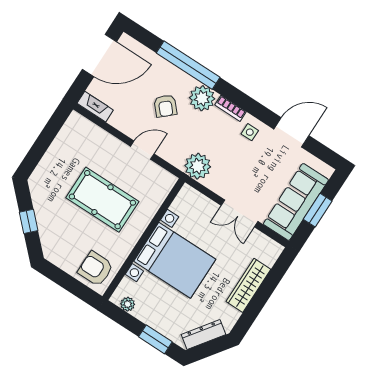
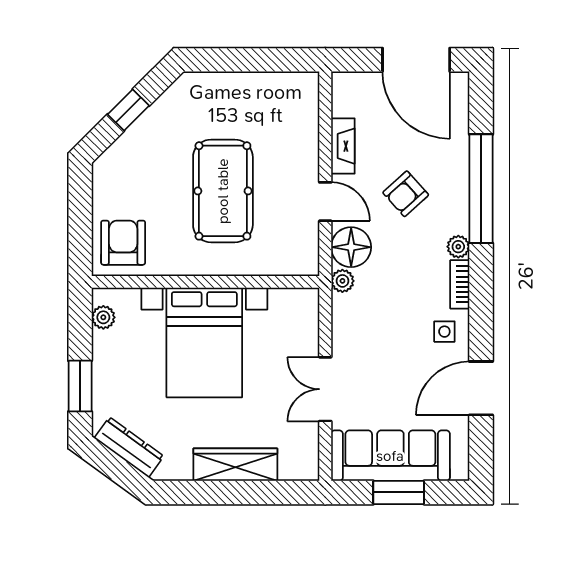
plant: (202, 98) -> (458, 247), width x0.53, depth x0.53
fireplace: (95, 107) -> (343, 146), moved
door: (291, 132) -> (481, 388), swing flipped
floor lamp: (175, 152) -> (351, 247), added
plant: (198, 166) -> (342, 281), width x0.53, depth x0.53

